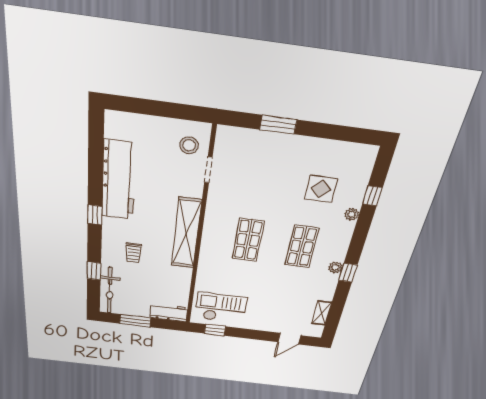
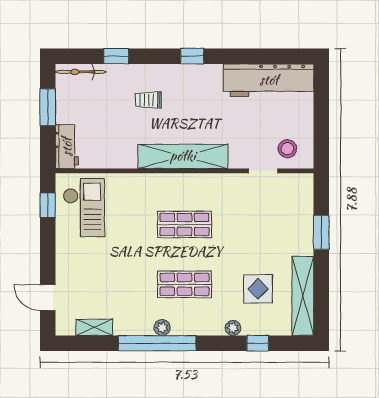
shelving: (338, 150) -> (303, 296), added
workbench: (119, 181) -> (269, 80), moved
window: (348, 273) -> (157, 343), width x3.17
bicycle: (110, 291) -> (81, 72), width x0.73, depth x0.71

